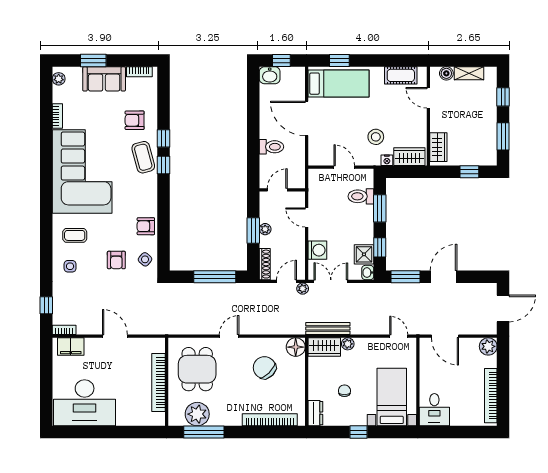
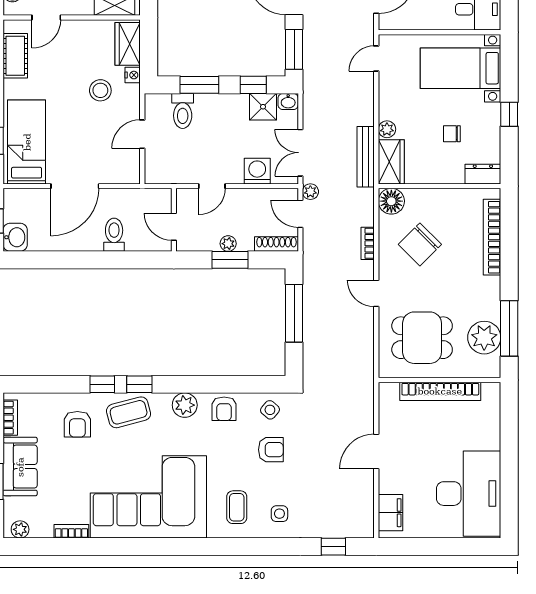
plant: (148, 198) -> (185, 405), added
bookcase: (64, 330) -> (368, 243), moved

